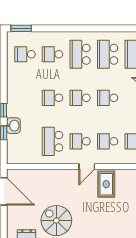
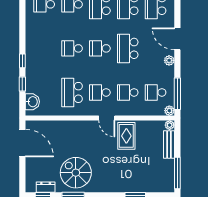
school desk: (108, 98) -> (128, 48), width x1.85
washbasin: (13, 126) -> (32, 102), moved
door: (87, 167) -> (107, 118), hinge flipped

